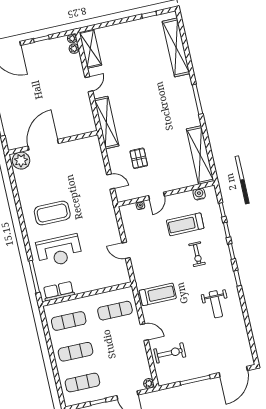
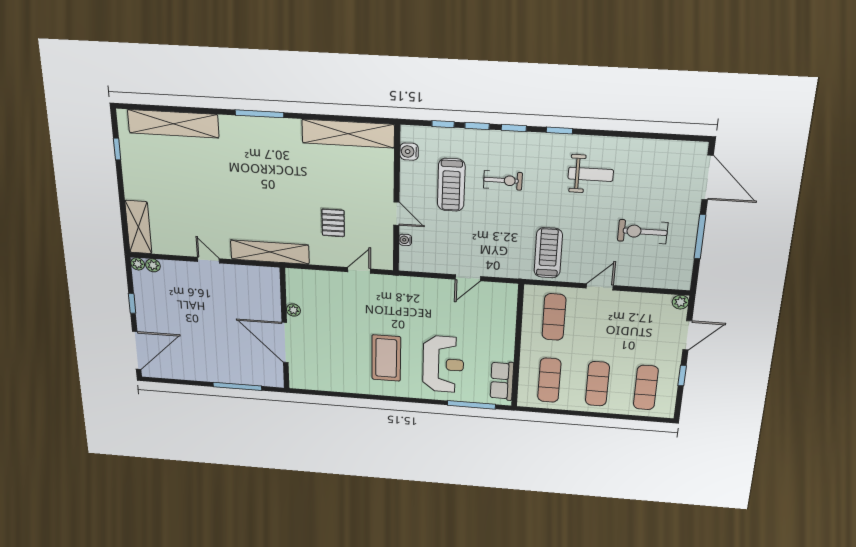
shelving: (90, 49) -> (138, 227), moved, turned 90
pallet: (139, 158) -> (333, 223), turned 90
plant: (21, 161) -> (293, 310), moved, width x0.53, depth x0.53
exercise bike: (170, 353) -> (643, 232), moved, turned -90

